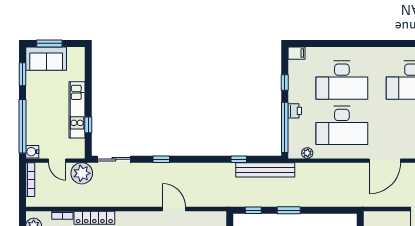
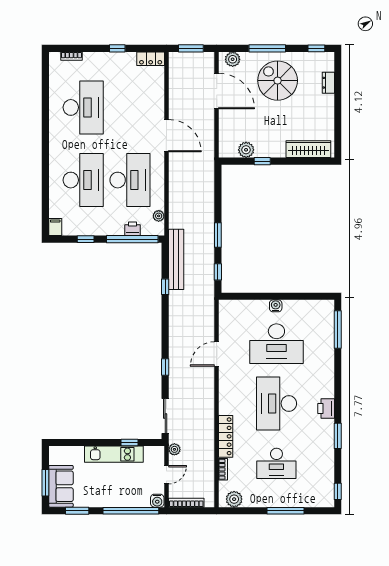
printer: (295, 111) -> (132, 229), moved
plant: (82, 173) -> (174, 449), width x0.53, depth x0.53

